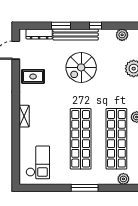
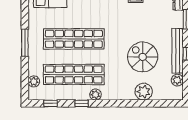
bench: (76, 34) -> (178, 51), moved
spiral stairs: (81, 67) -> (143, 57), moved

